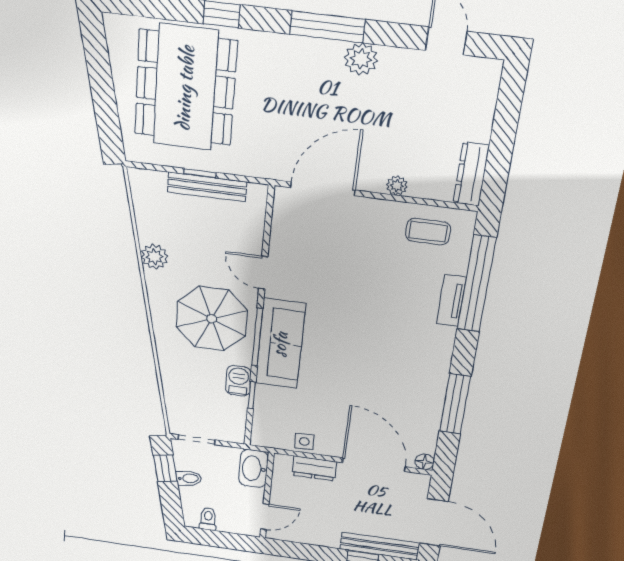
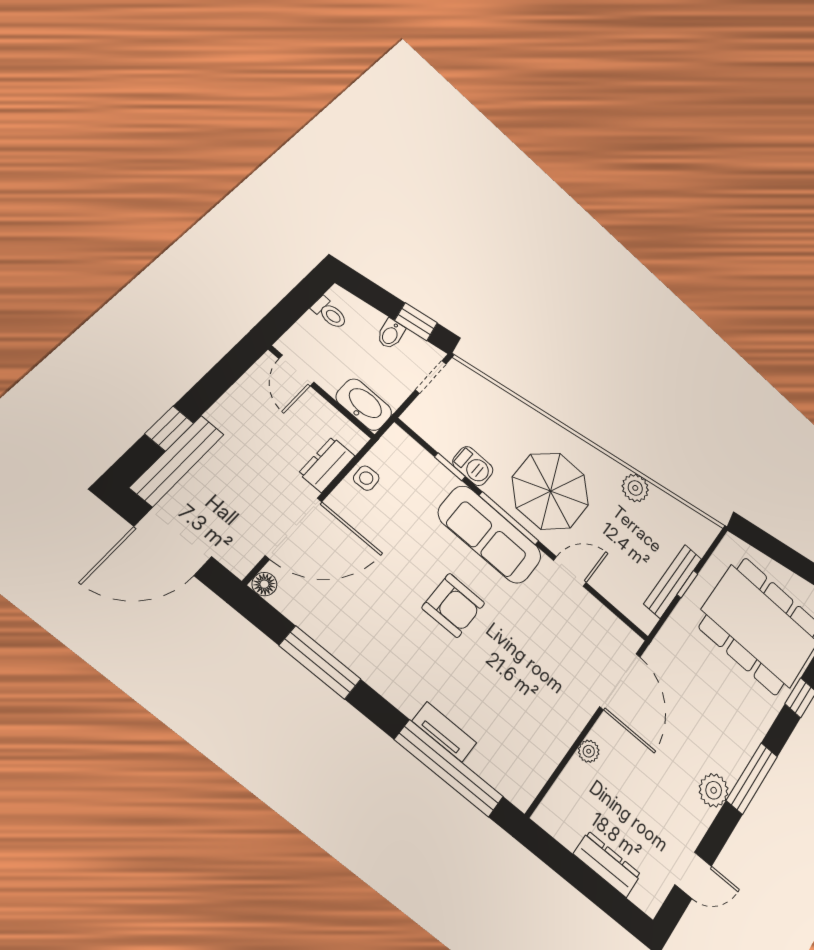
dresser: (471, 174) -> (607, 864), moved
coffee table: (428, 232) -> (529, 753), removed
armchair: (353, 342) -> (453, 605), added

